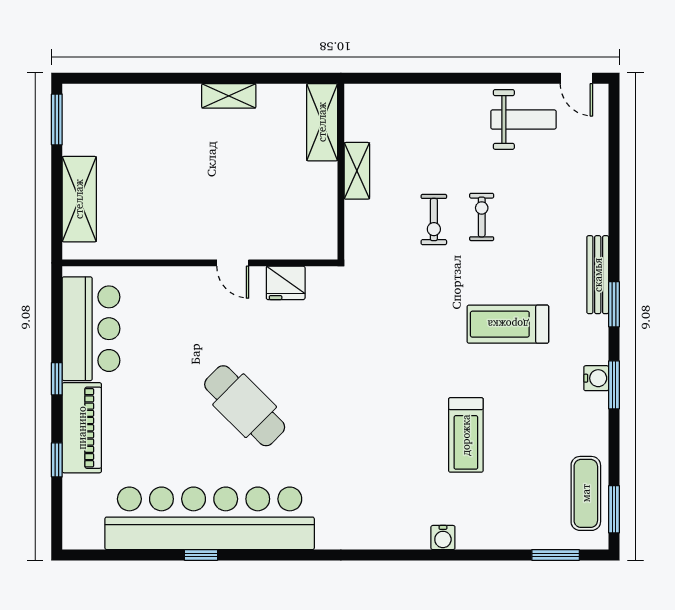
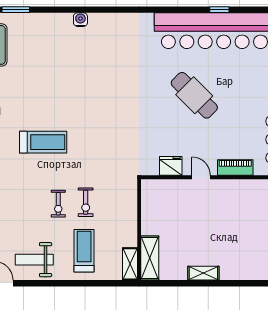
shelving: (357, 171) -> (130, 264), moved
exercise bike: (434, 220) -> (86, 202), turned 180
piano: (174, 280) -> (235, 168), added
treadmill: (466, 435) -> (84, 251), moved

